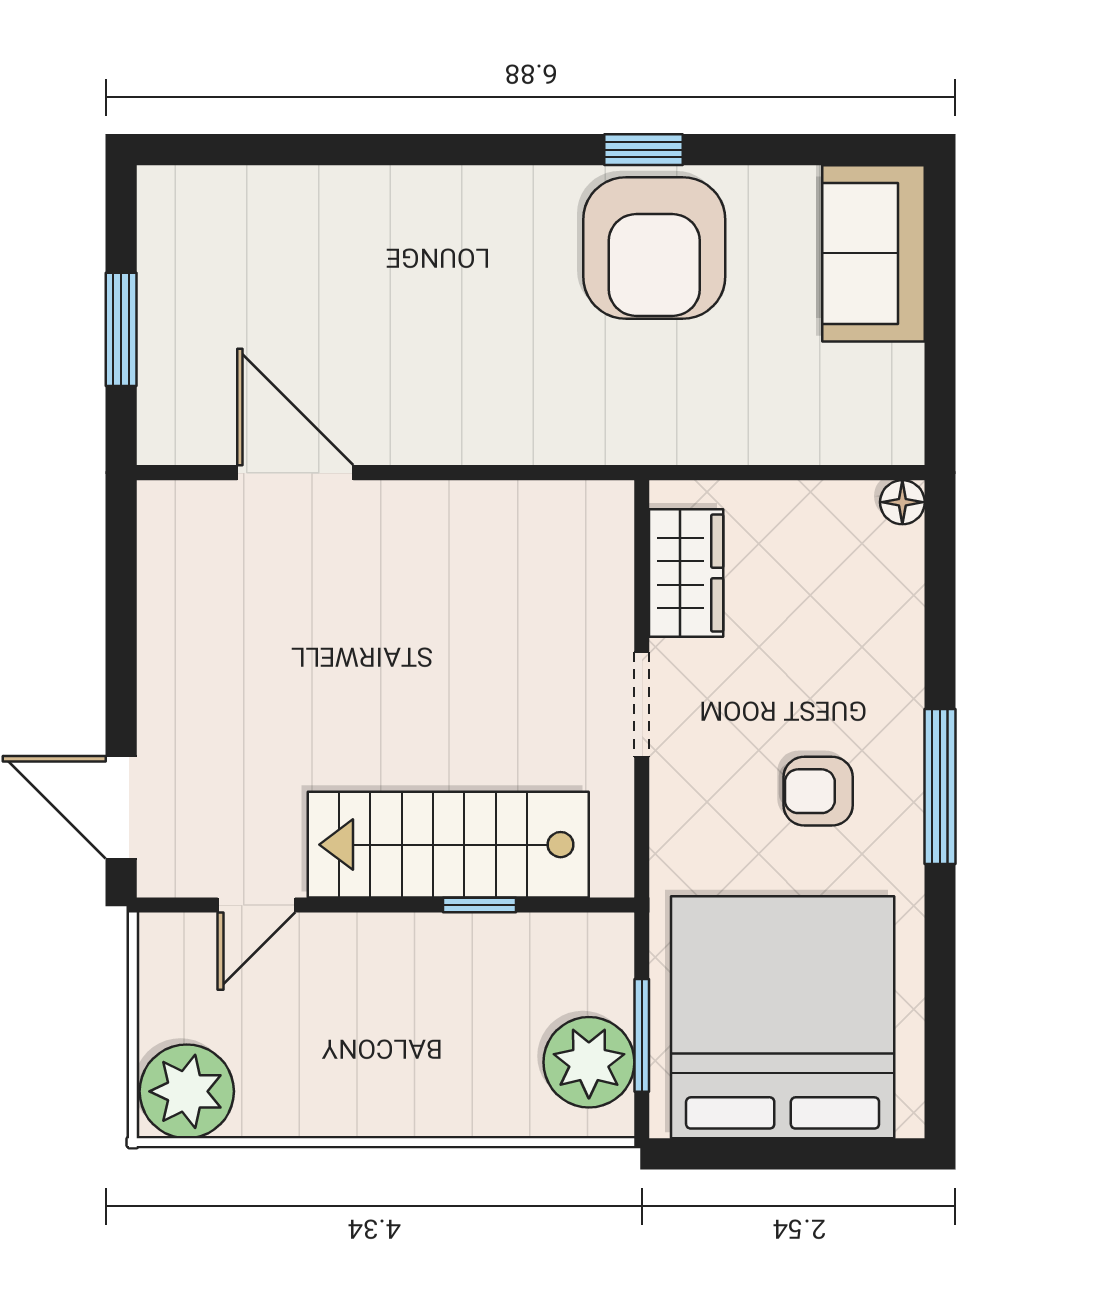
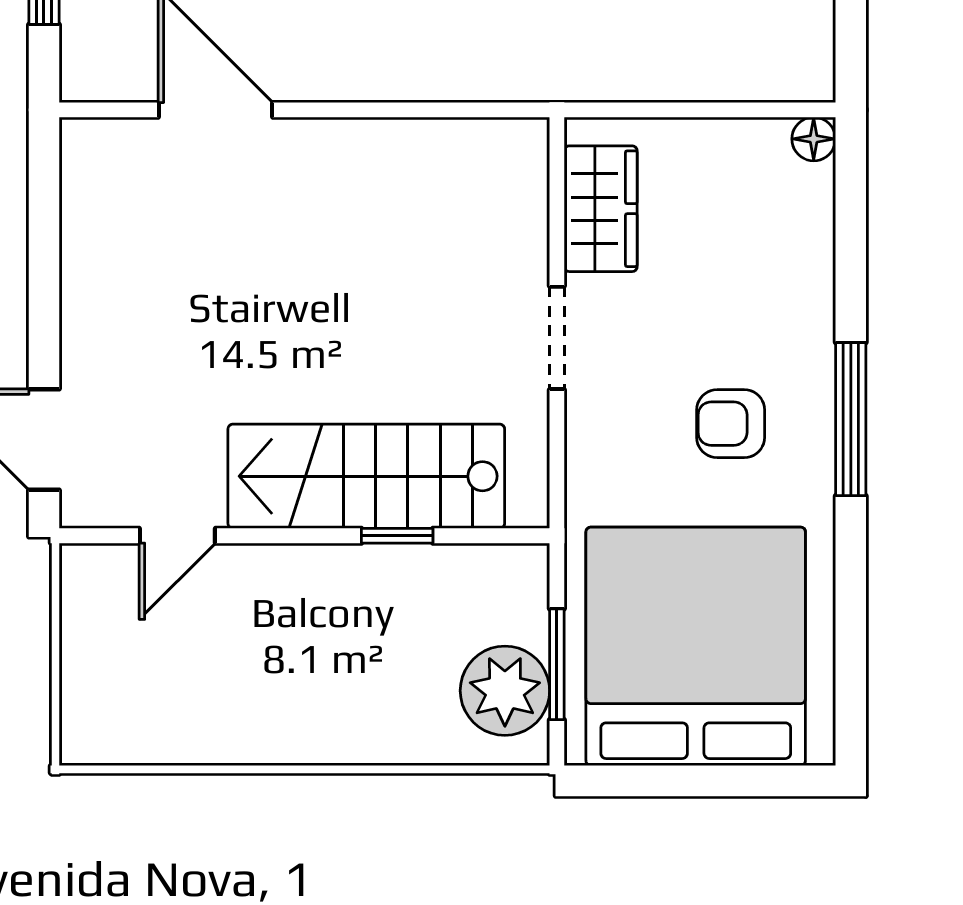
plant: (187, 1091) -> (109, 719), removed

